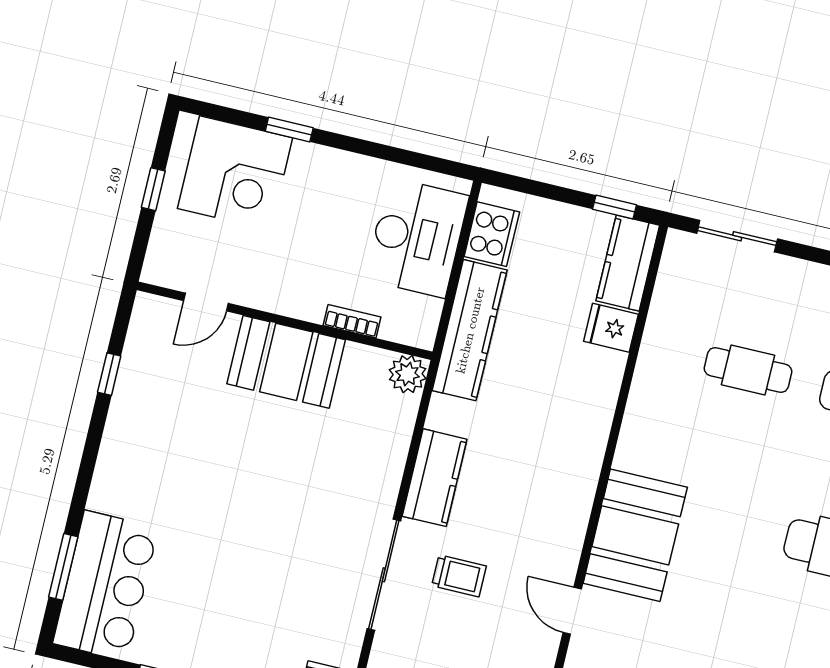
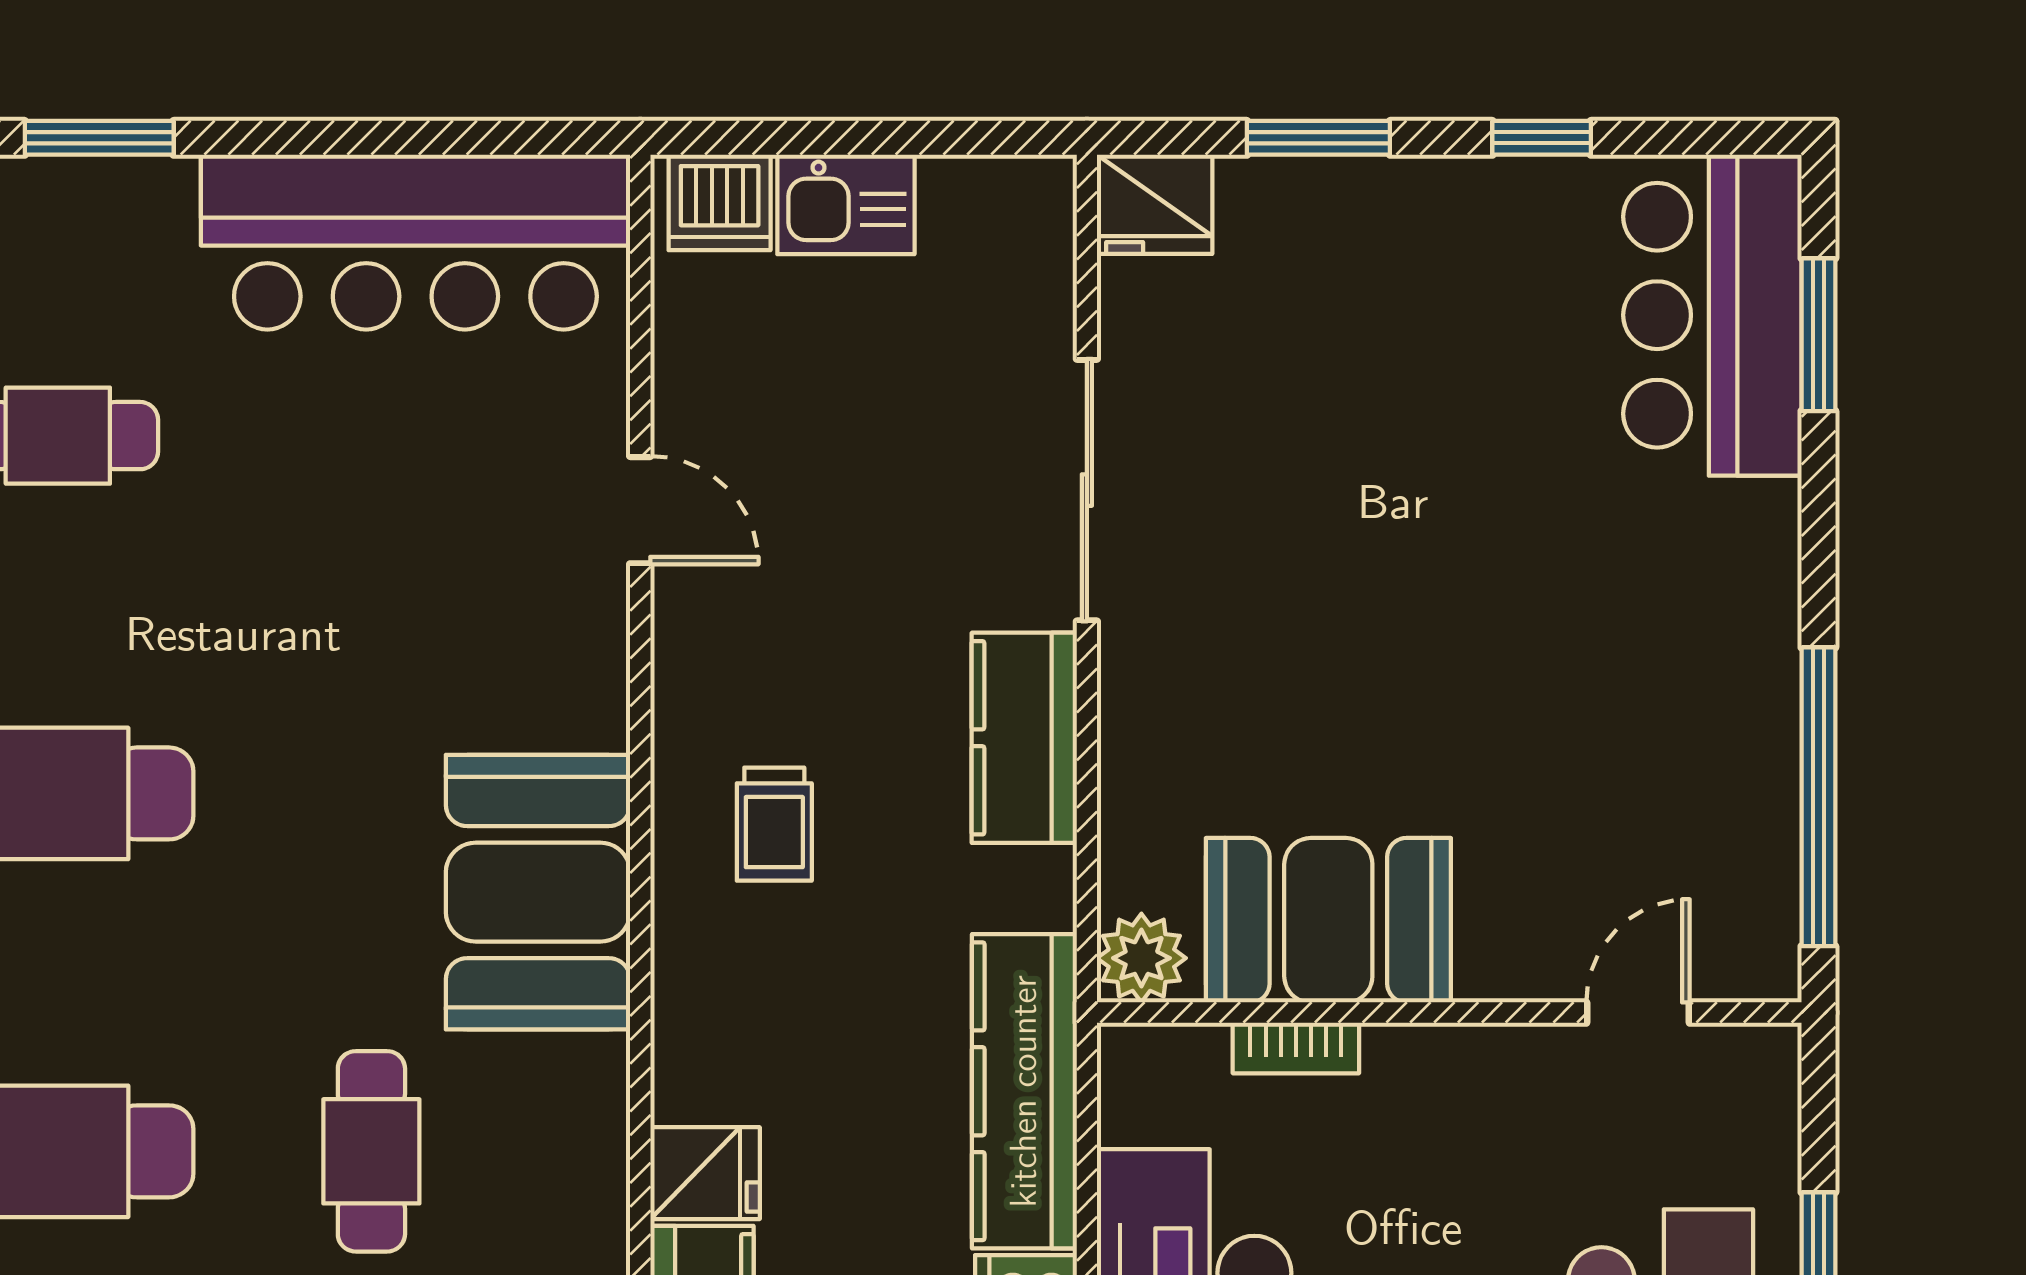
booth: (286, 362) -> (1328, 920), moved
cafe table: (748, 370) -> (371, 1151), turned 90
window: (109, 374) -> (1818, 797), width x3.17
booth: (635, 535) -> (538, 892), moved
trolley: (459, 576) -> (774, 824), moved, turned -90

